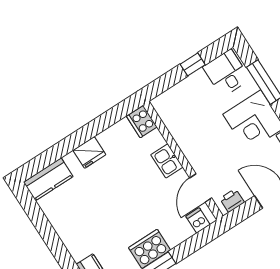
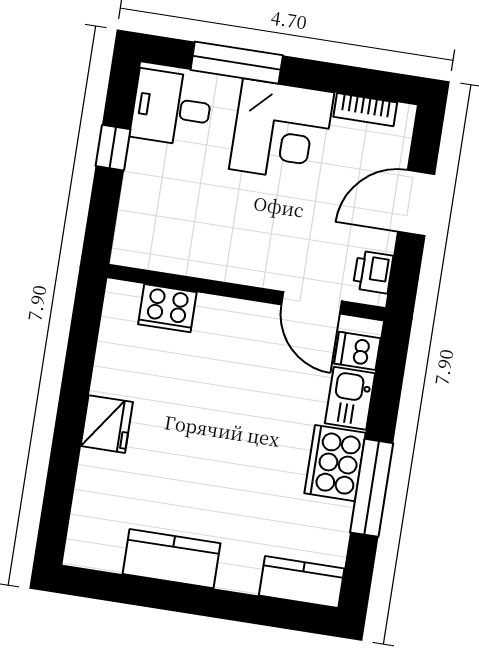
cooker: (142, 122) -> (167, 308), moved
kitchen sink: (167, 161) -> (350, 398), moved, turned 90
kitchen counter: (48, 179) -> (172, 559), moved, turned -90

